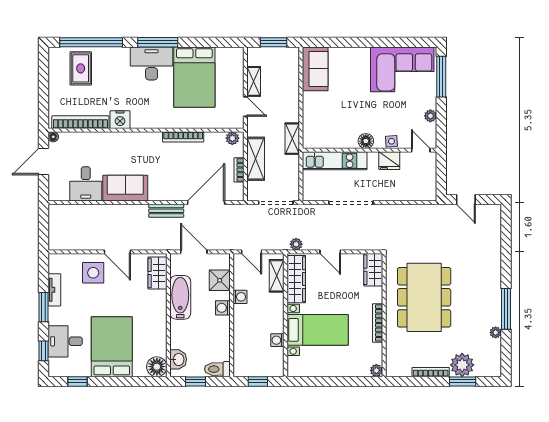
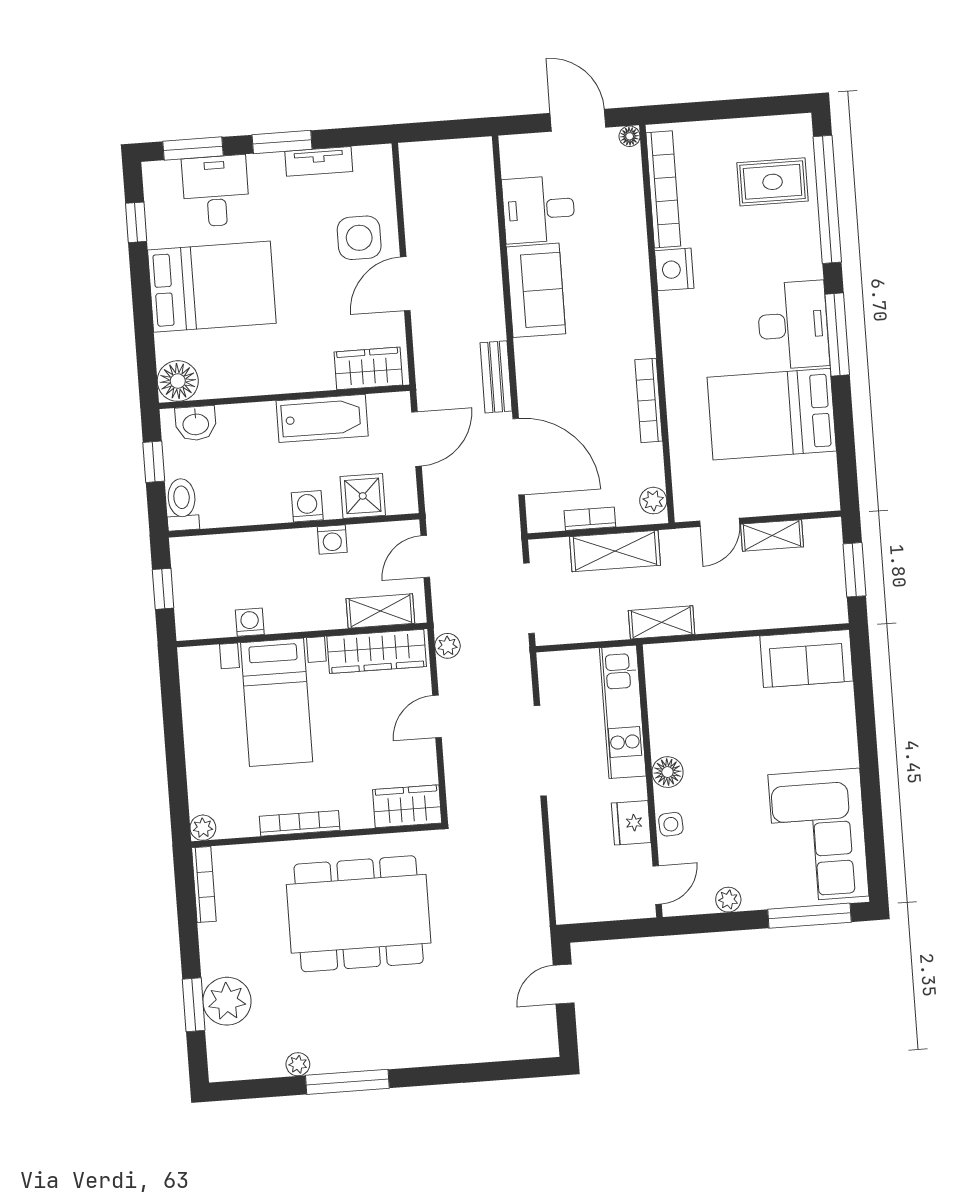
window: (44, 351) -> (193, 149), width x1.50
bookcase: (431, 372) -> (204, 885), moved

